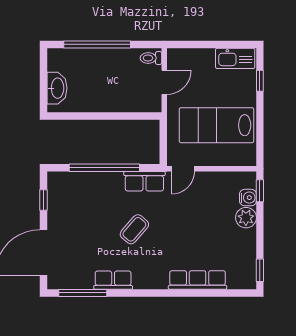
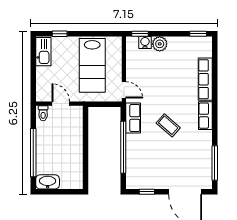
washbasin: (57, 88) -> (48, 182), moved
row of seats: (113, 280) -> (205, 116), moved

